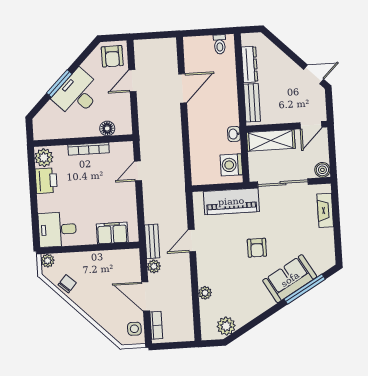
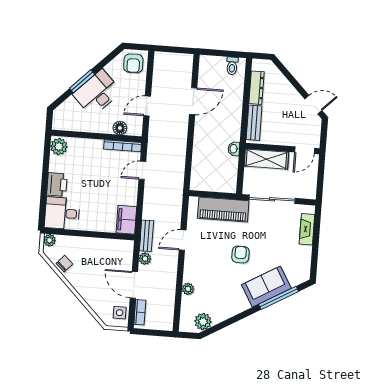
door: (132, 81) -> (147, 106), moved
bookcase: (89, 149) -> (123, 146), moved
washing machine: (231, 165) -> (228, 176), removed
boiler: (322, 170) -> (309, 192), removed
printer: (46, 181) -> (57, 185), moved
filing cabinet: (112, 233) -> (126, 220), moved, turned -90
armchair: (257, 248) -> (241, 255), turned 180

